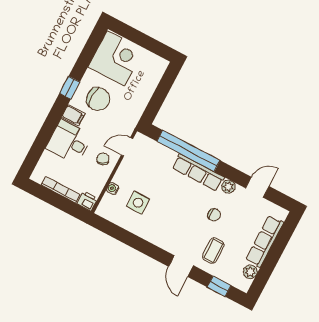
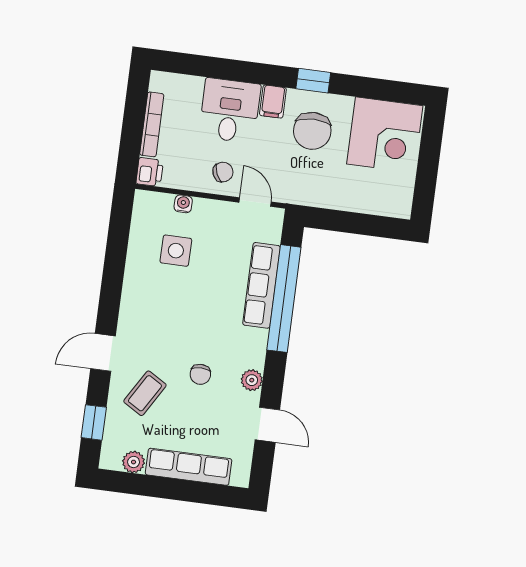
row of seats: (198, 172) -> (261, 285), moved
coffee table: (213, 251) -> (145, 393), turned -59

